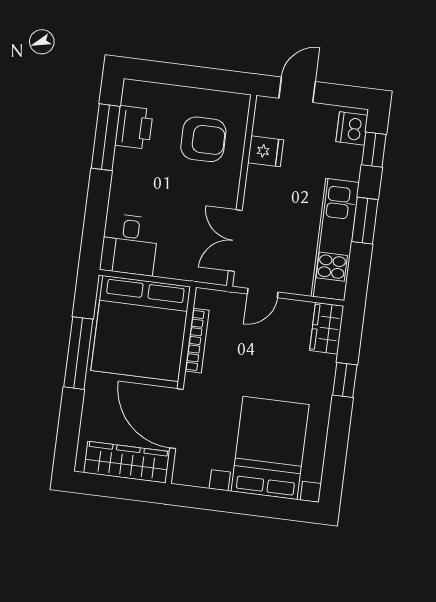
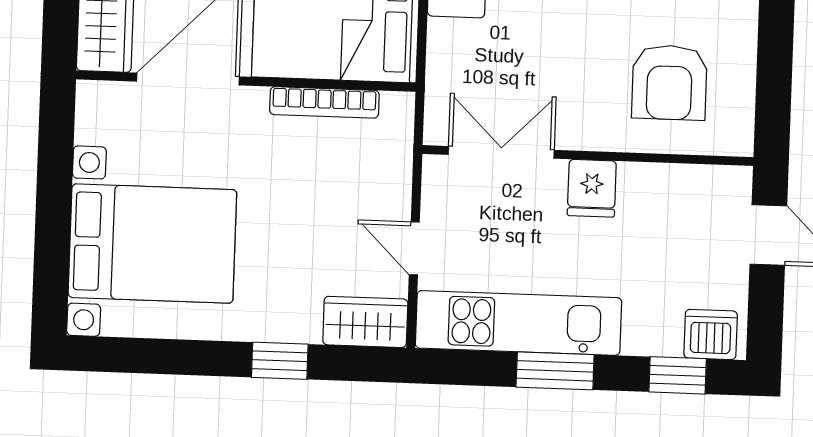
fridge: (266, 151) -> (592, 188), moved
door: (263, 293) -> (414, 248), moved

